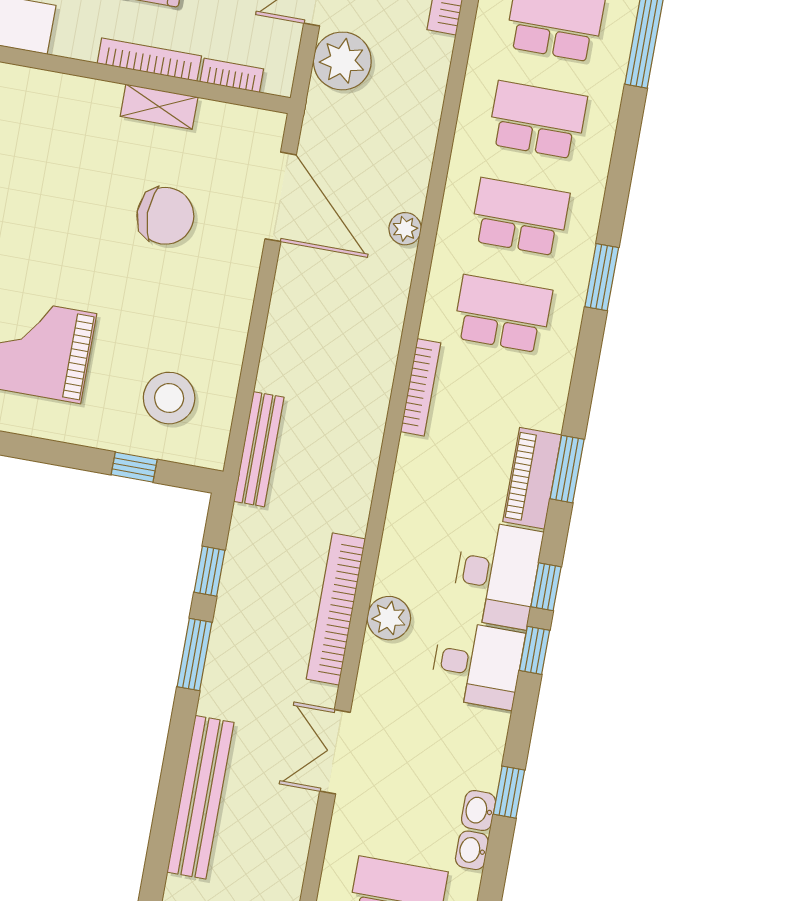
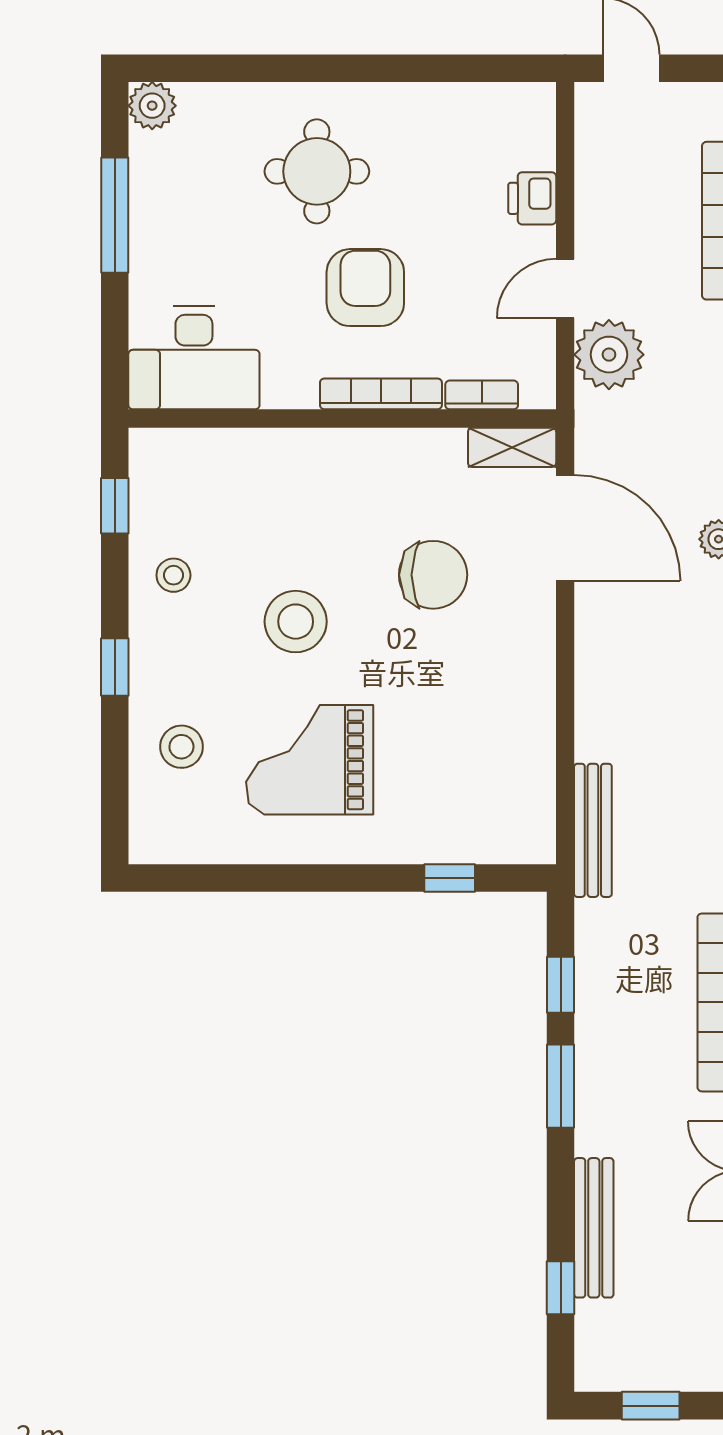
shelving: (159, 107) -> (512, 447), moved
stool: (169, 398) -> (296, 622), moved
bench: (200, 797) -> (594, 1228), width x0.73, depth x0.82
window: (165, 820) -> (561, 1288), added

